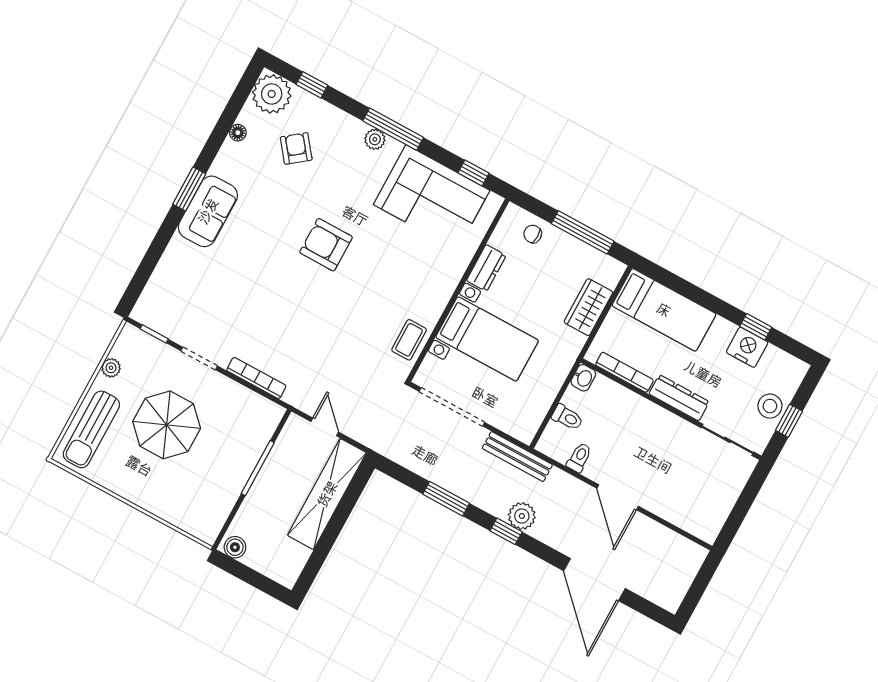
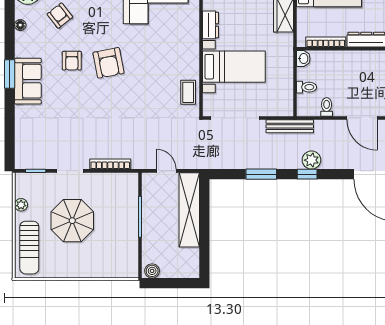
armchair: (280, 216) -> (72, 61), added
armchair: (326, 245) -> (108, 63), turned -101

